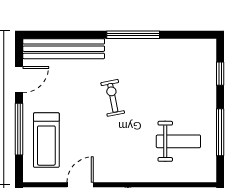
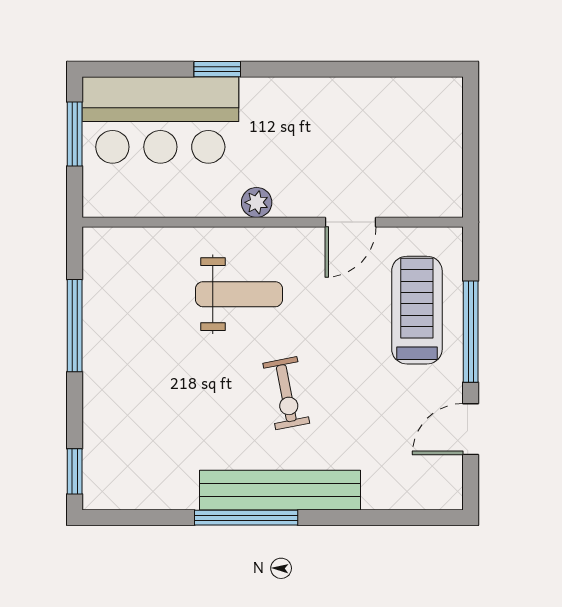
bench: (64, 49) -> (280, 490), moved
window: (220, 74) -> (75, 471), moved
weight bench: (178, 141) -> (239, 294), moved, turned 180

